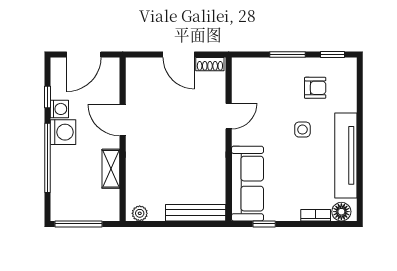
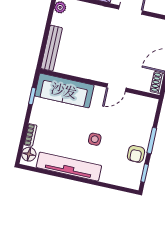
armchair: (315, 88) -> (136, 154), moved
door: (229, 116) -> (116, 88), hinge flipped

